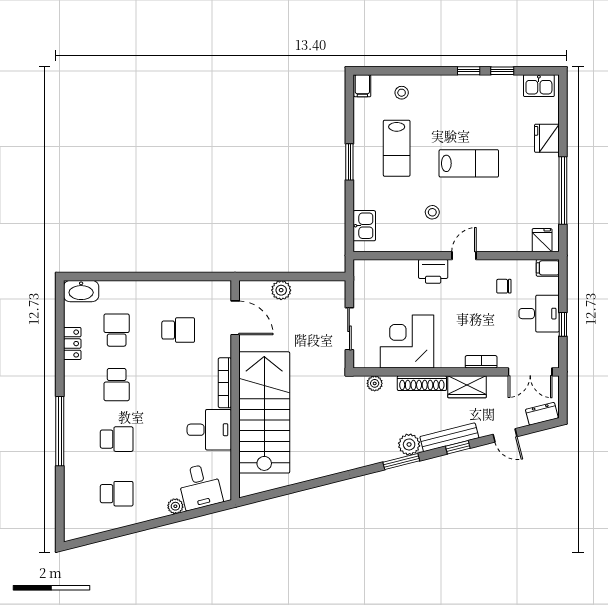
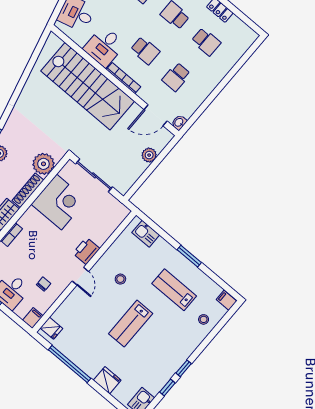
washbasin: (81, 291) -> (179, 122), moved, width x0.52, depth x0.69
sliding door: (349, 329) -> (94, 175), width x1.37
plant: (375, 383) -> (43, 164), width x1.88, depth x1.88
school desk: (178, 385) -> (145, 51), added

